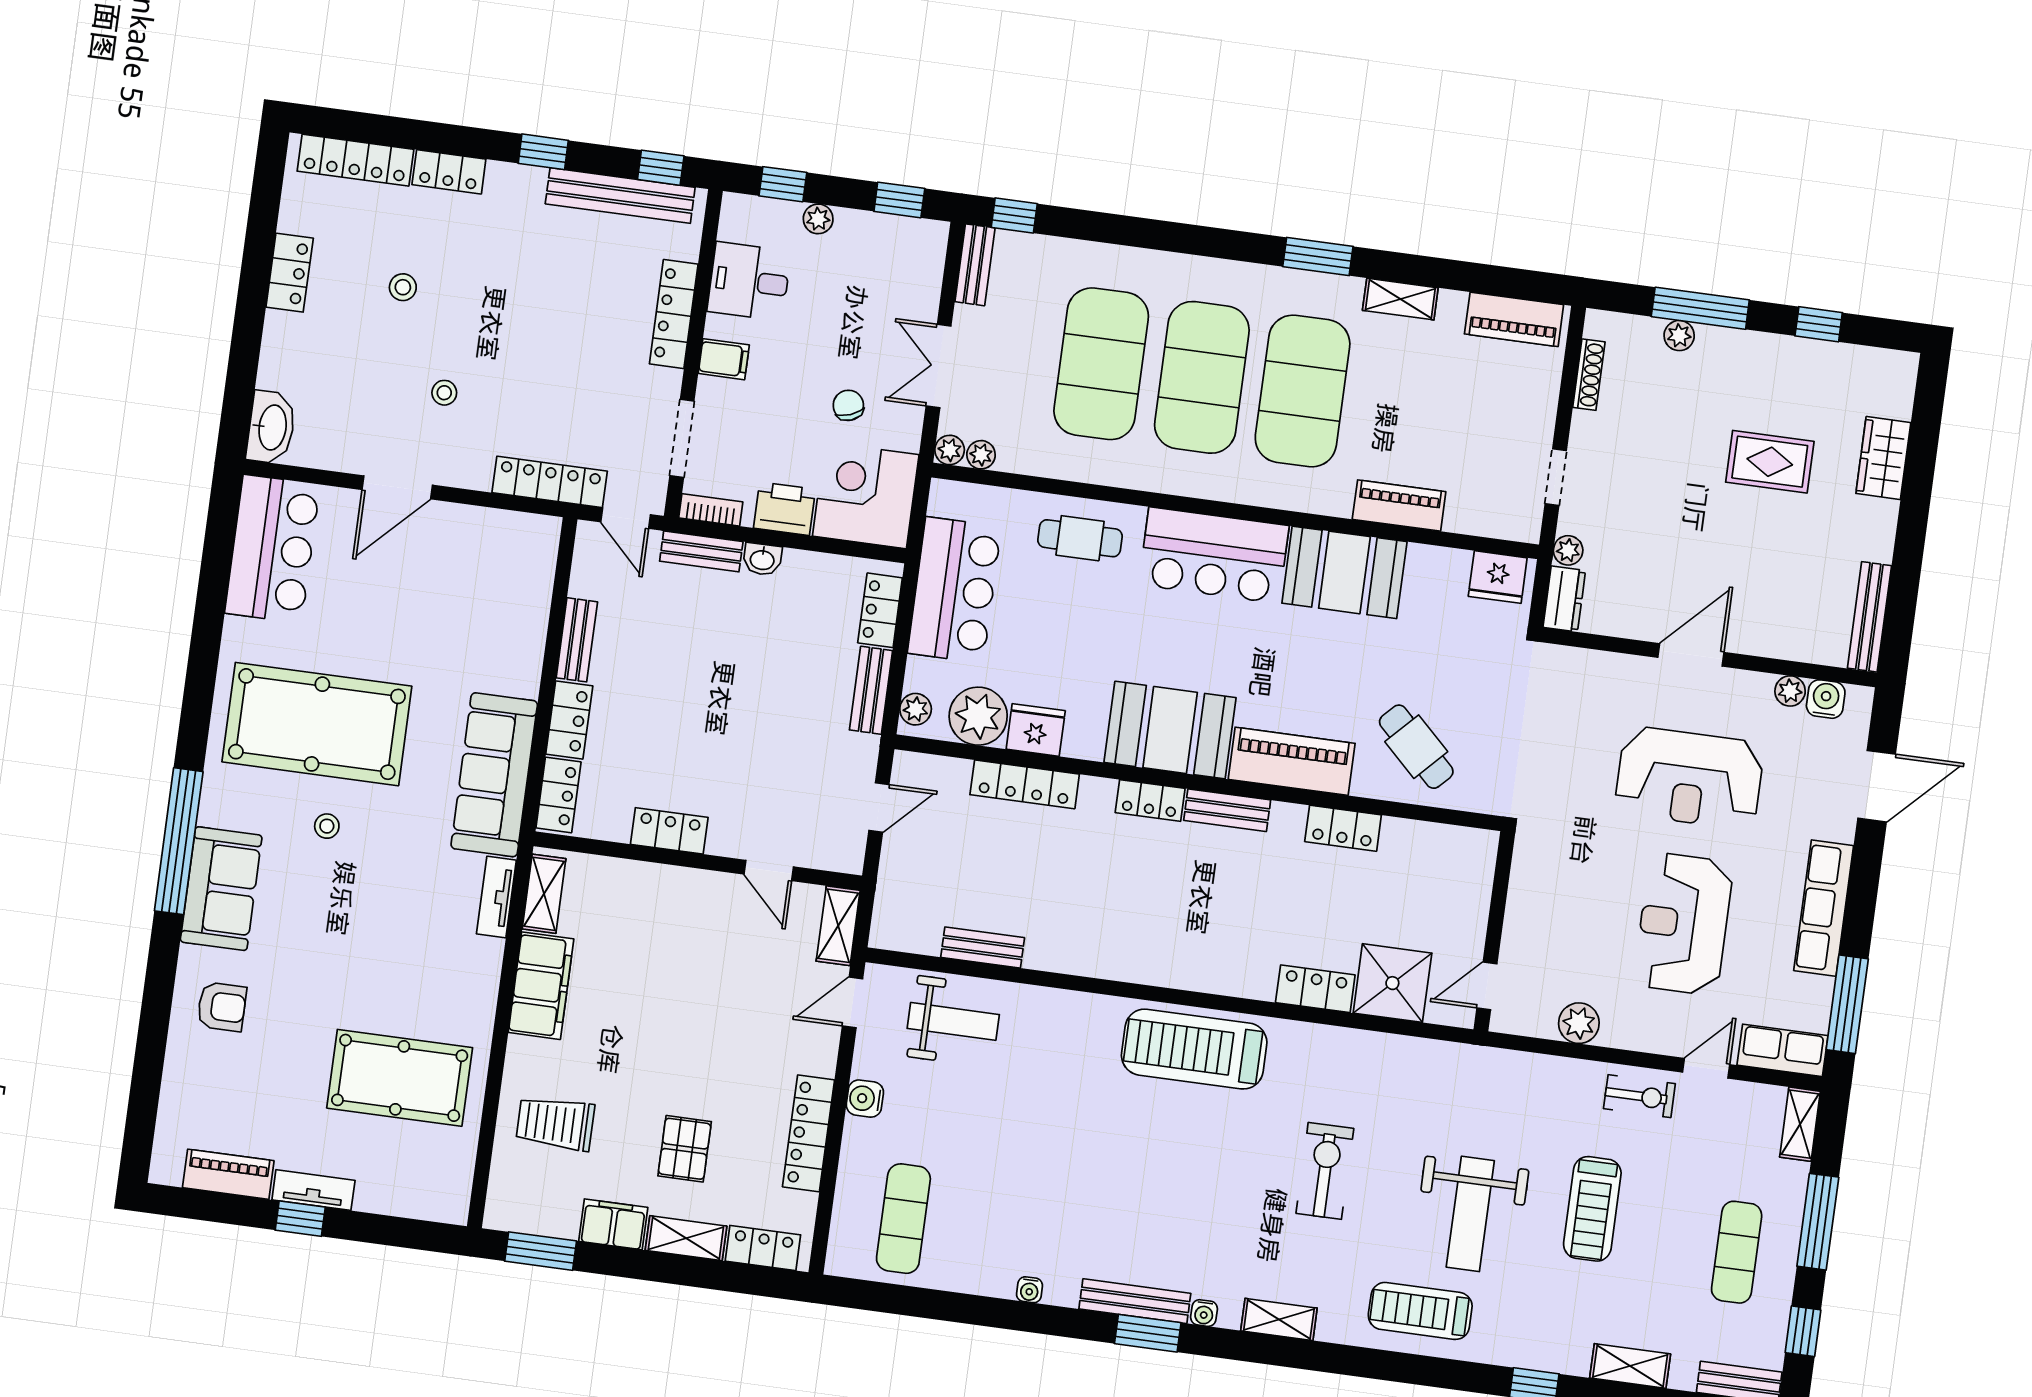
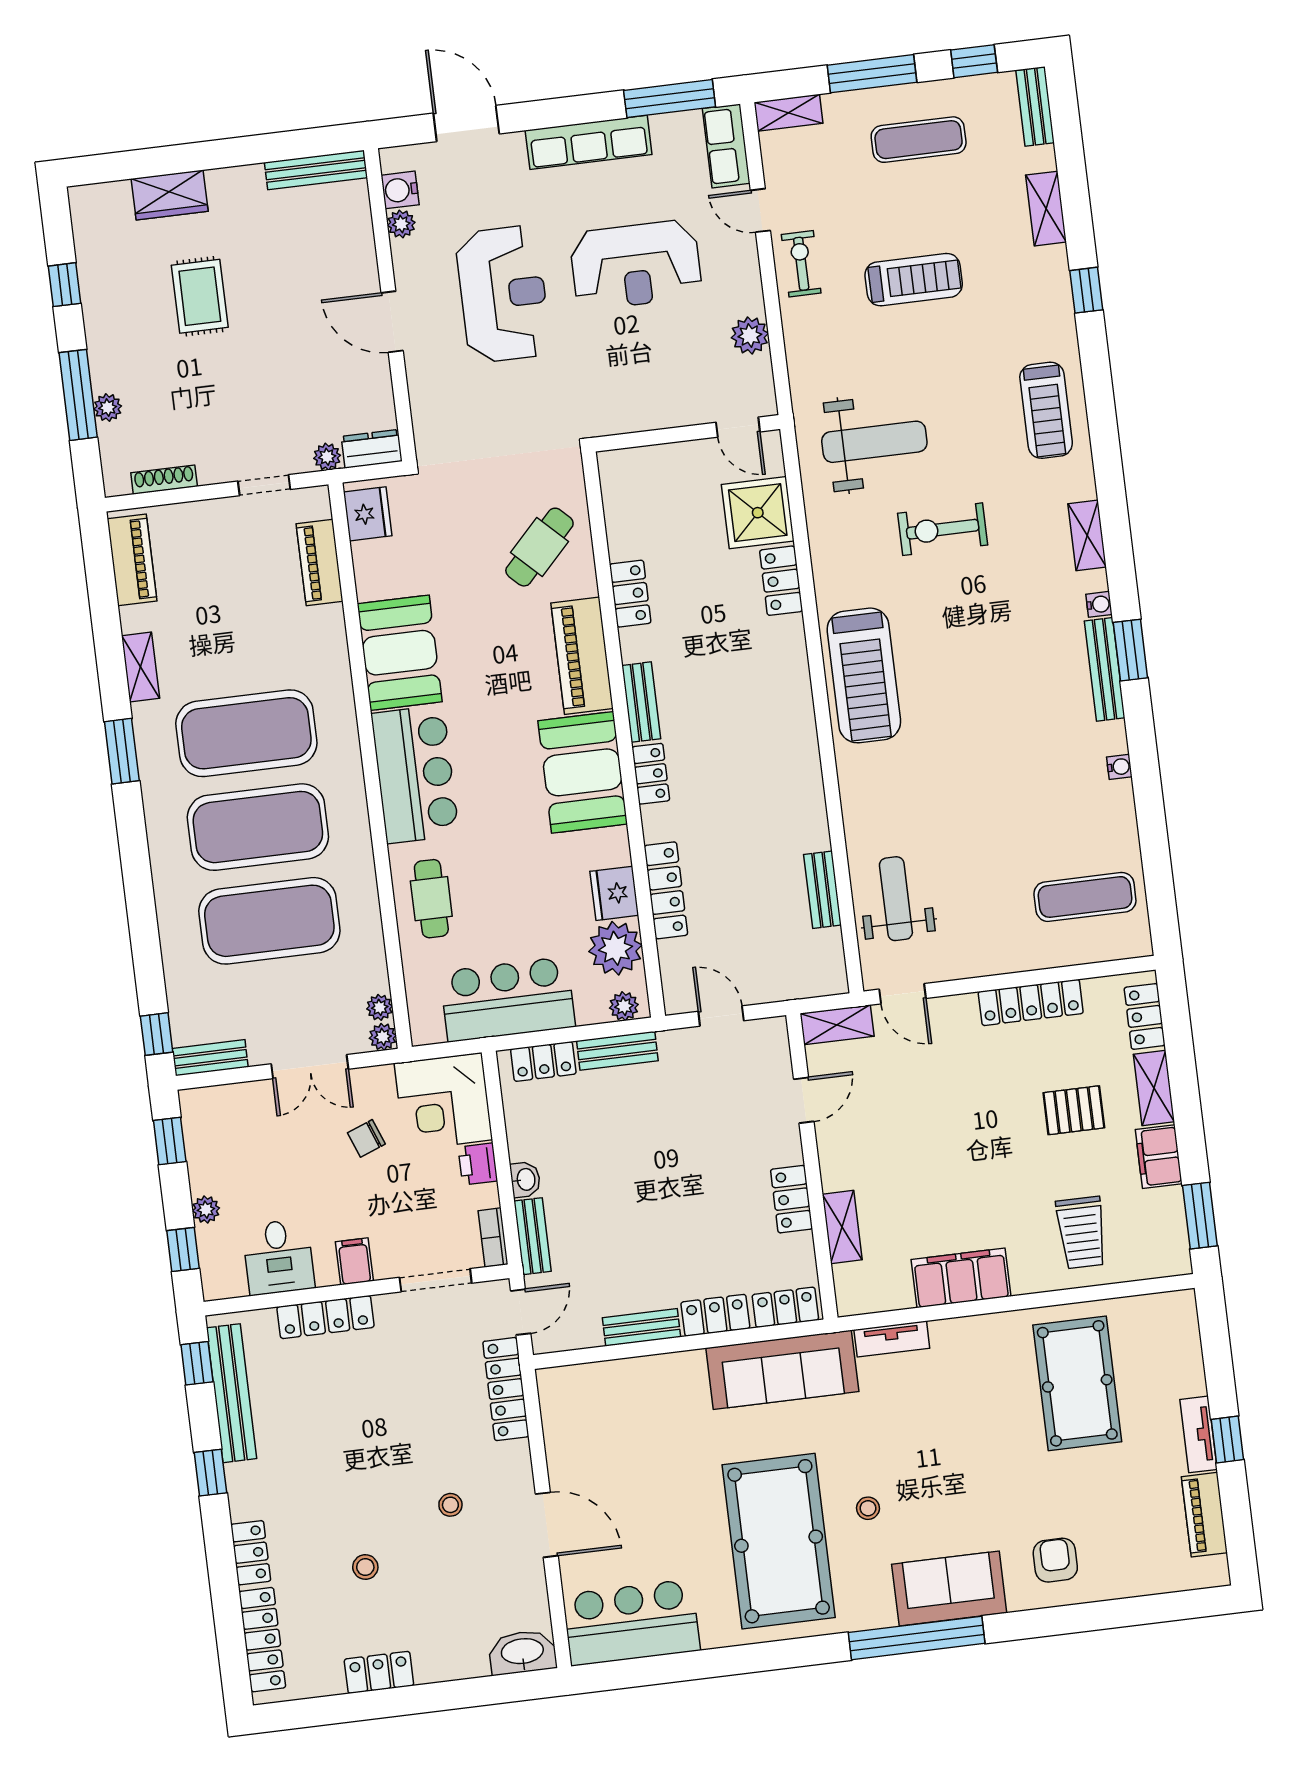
piano: (1399, 505) -> (320, 563), moved
printer: (784, 509) -> (478, 1164), width x0.73, depth x0.81
shelving: (544, 894) -> (842, 1227), moved, turned 90
water cooler: (865, 1099) -> (986, 960), removed
weight bench: (1470, 1214) -> (874, 442), moved

